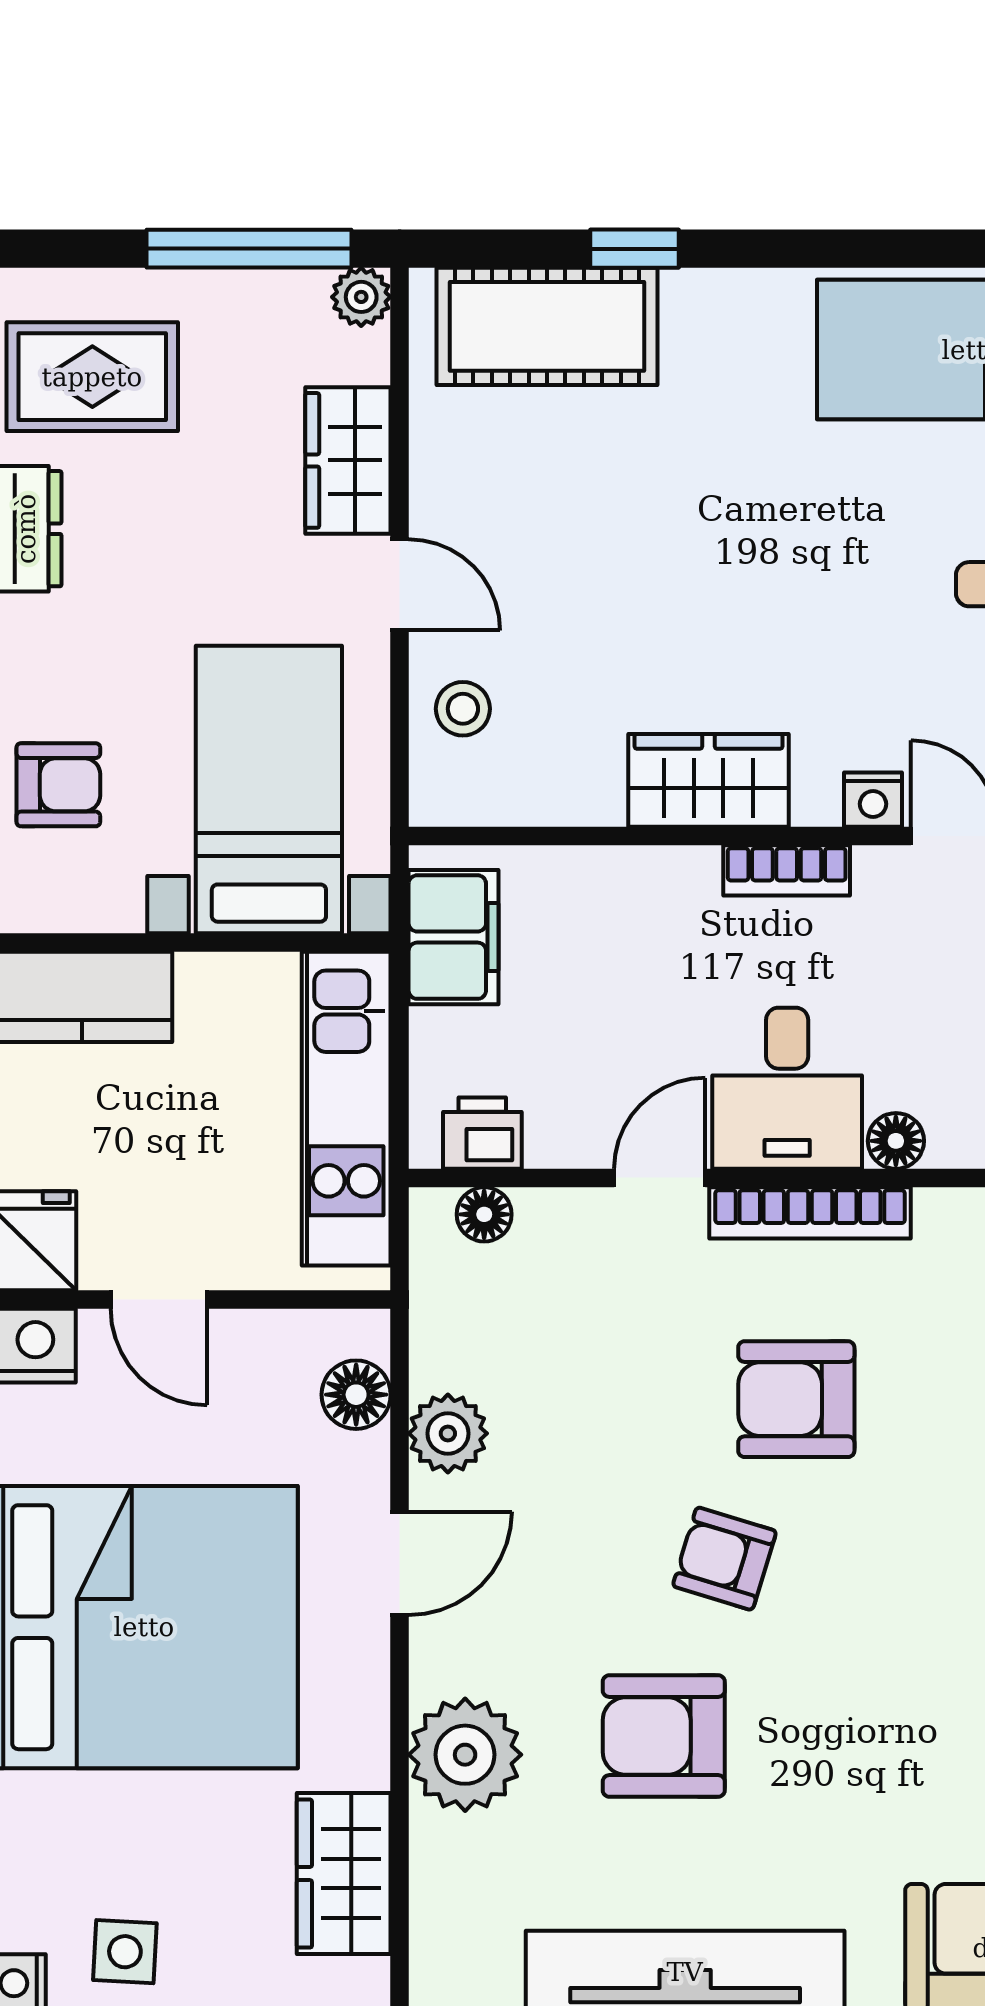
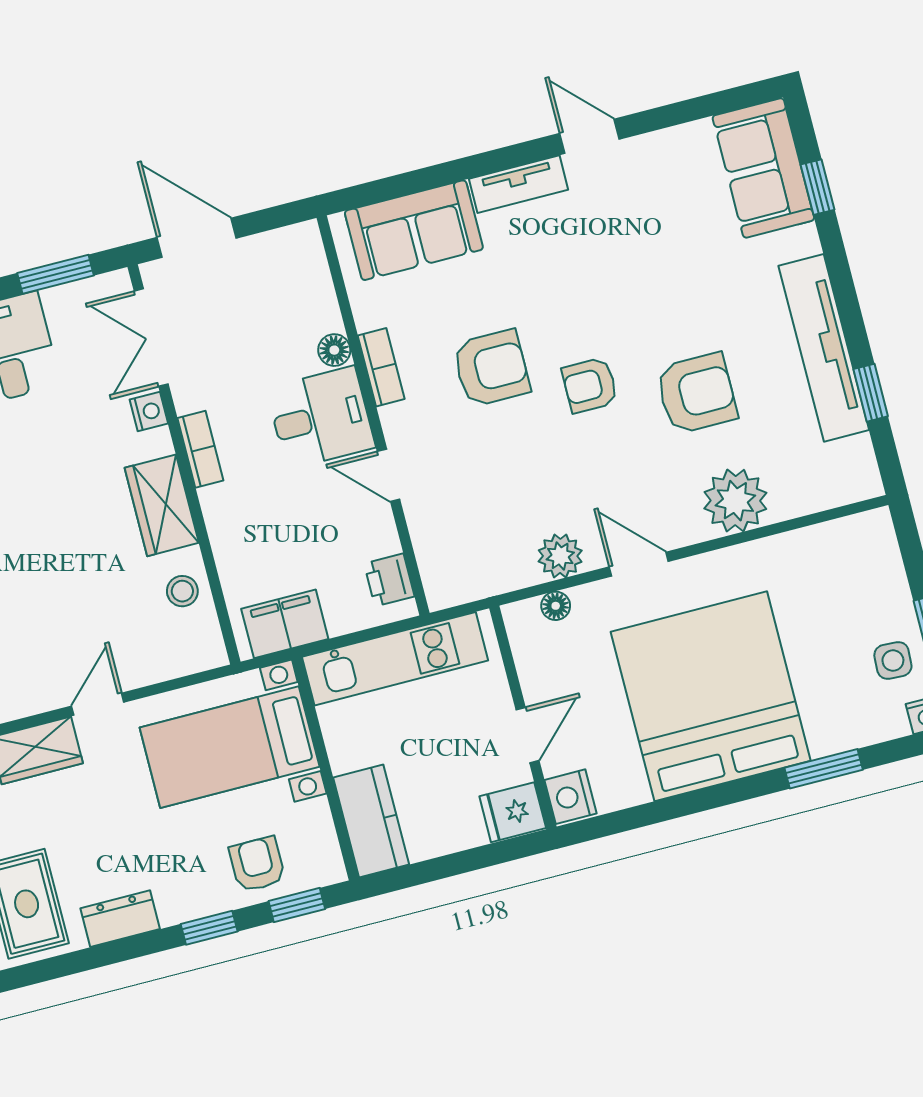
stool: (463, 709) -> (182, 591), moved
bookcase: (810, 1213) -> (381, 367), width x0.64
floor lamp: (484, 1214) -> (434, 567), removed
floor lamp: (356, 1395) -> (556, 606), width x0.73, depth x0.73
armchair: (796, 1399) -> (491, 368), turned -90
armchair: (725, 1559) -> (590, 385), turned 73
armchair: (664, 1736) -> (697, 393), turned -90
wardrobe: (344, 1874) -> (818, 551), removed

